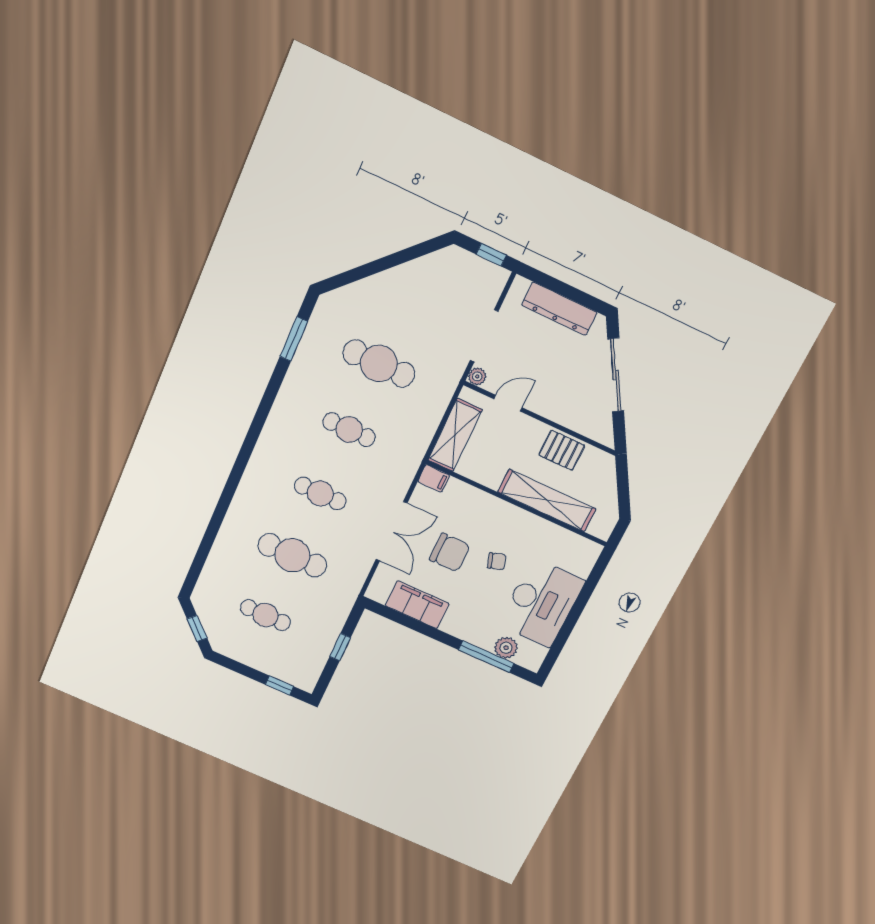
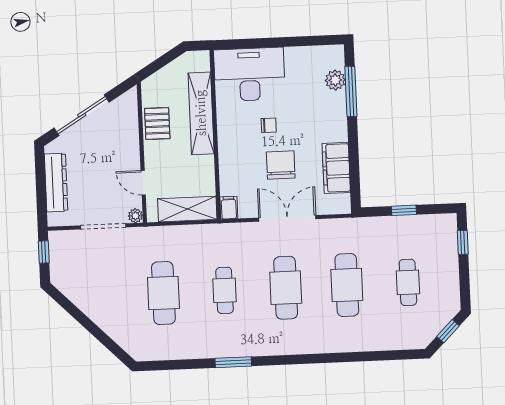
window: (294, 339) -> (233, 362), moved
cafe table: (320, 493) -> (286, 288), width x1.37, depth x1.35
chair: (497, 561) -> (269, 125), turned 108
desk: (541, 603) -> (249, 74), moved

